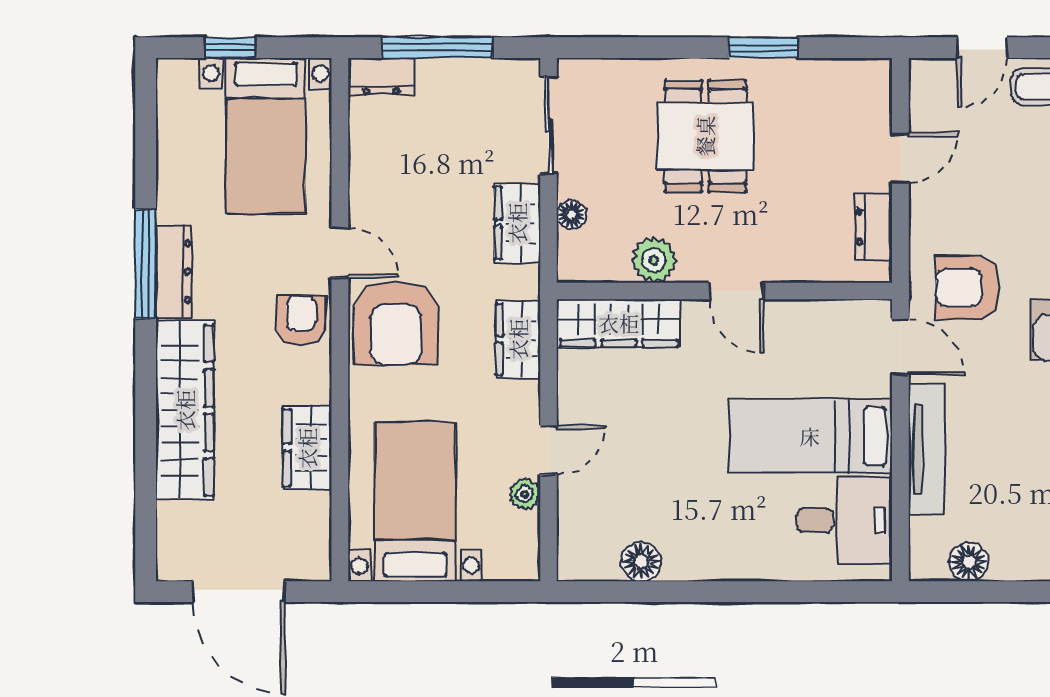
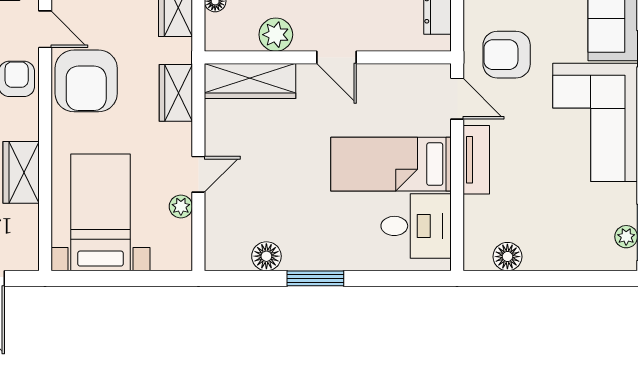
tv unit: (926, 449) -> (476, 160), width x0.71
window: (708, 592) -> (315, 278), added

